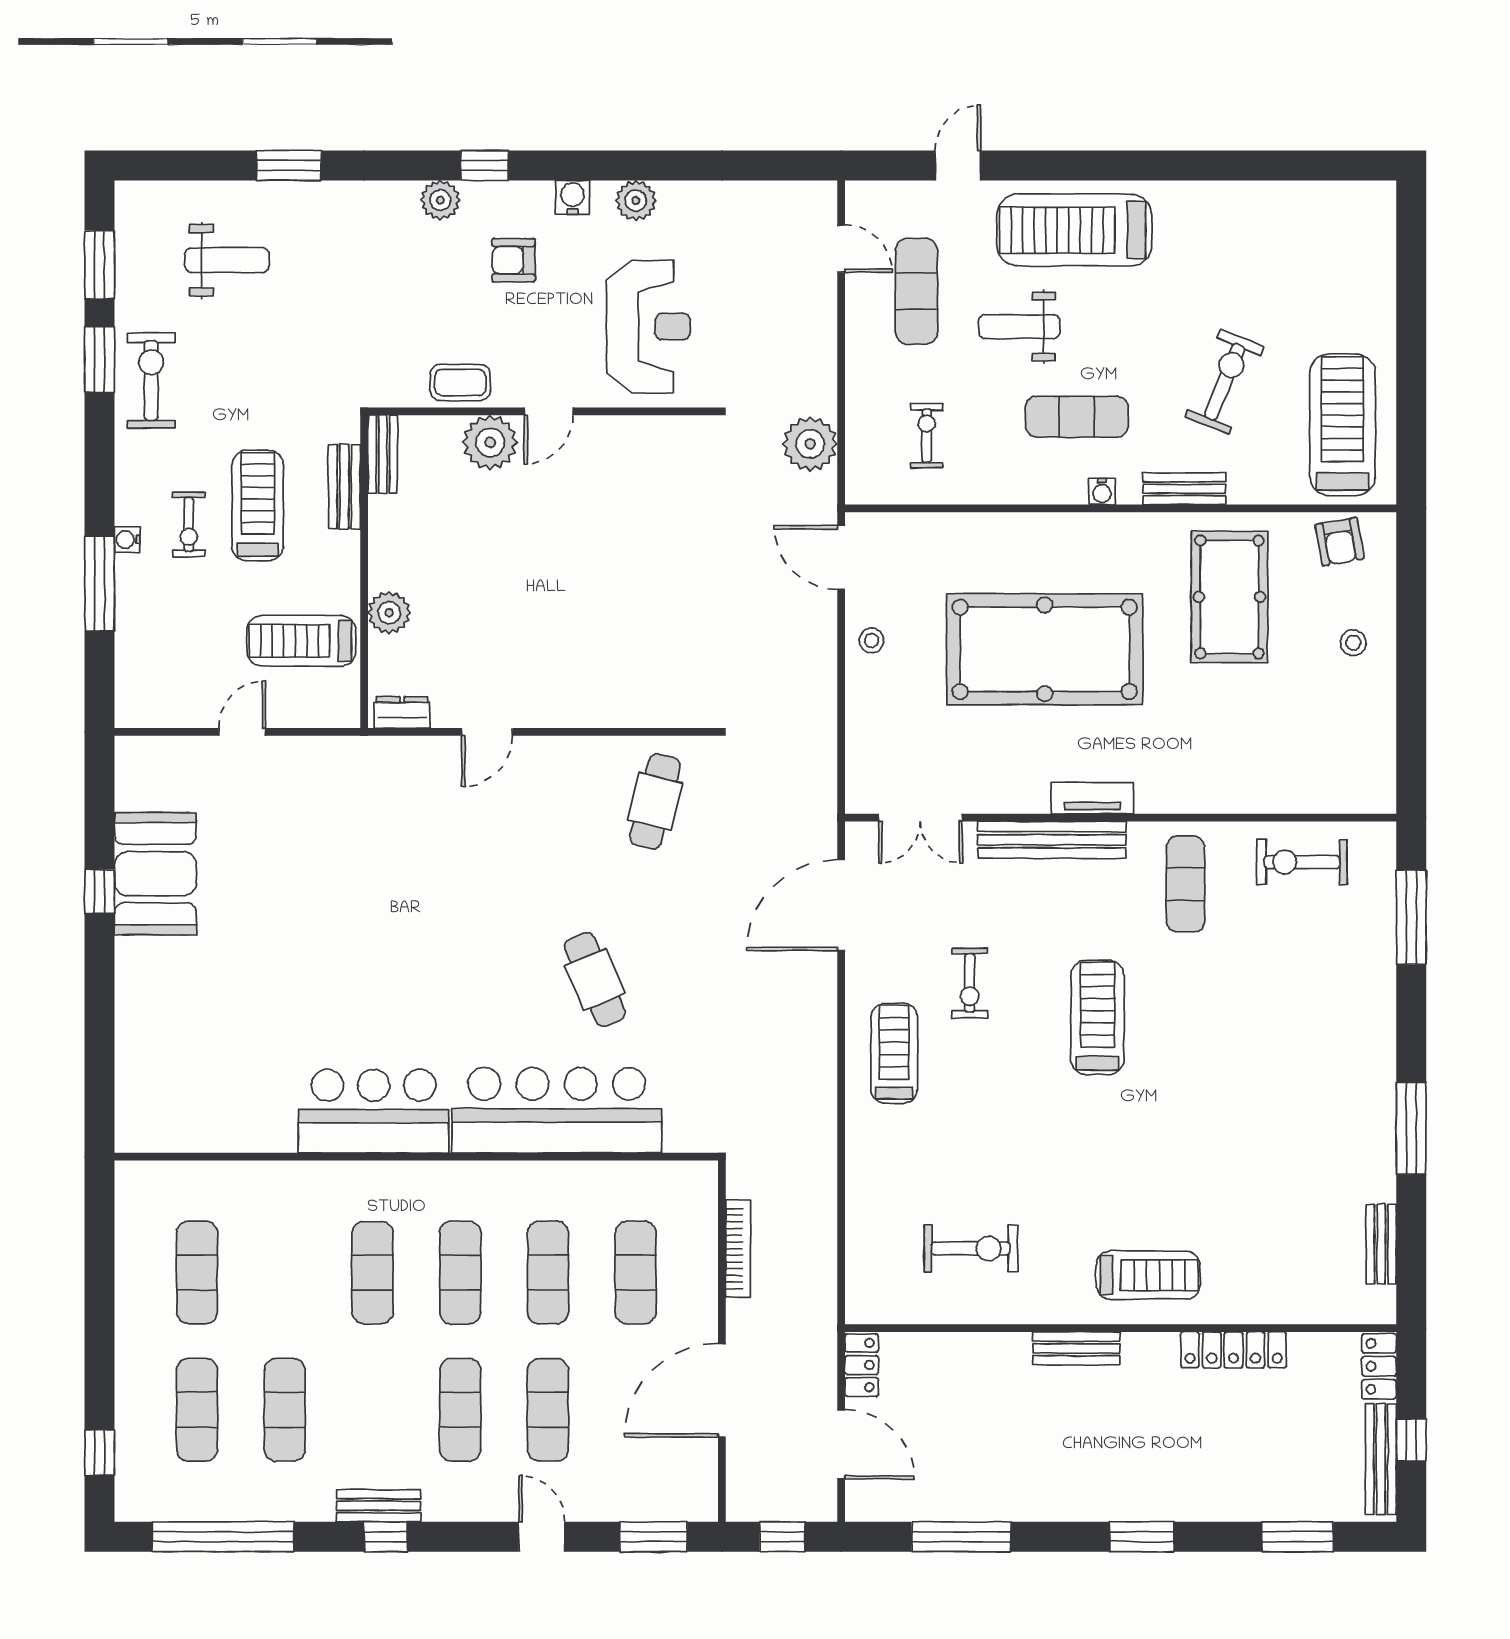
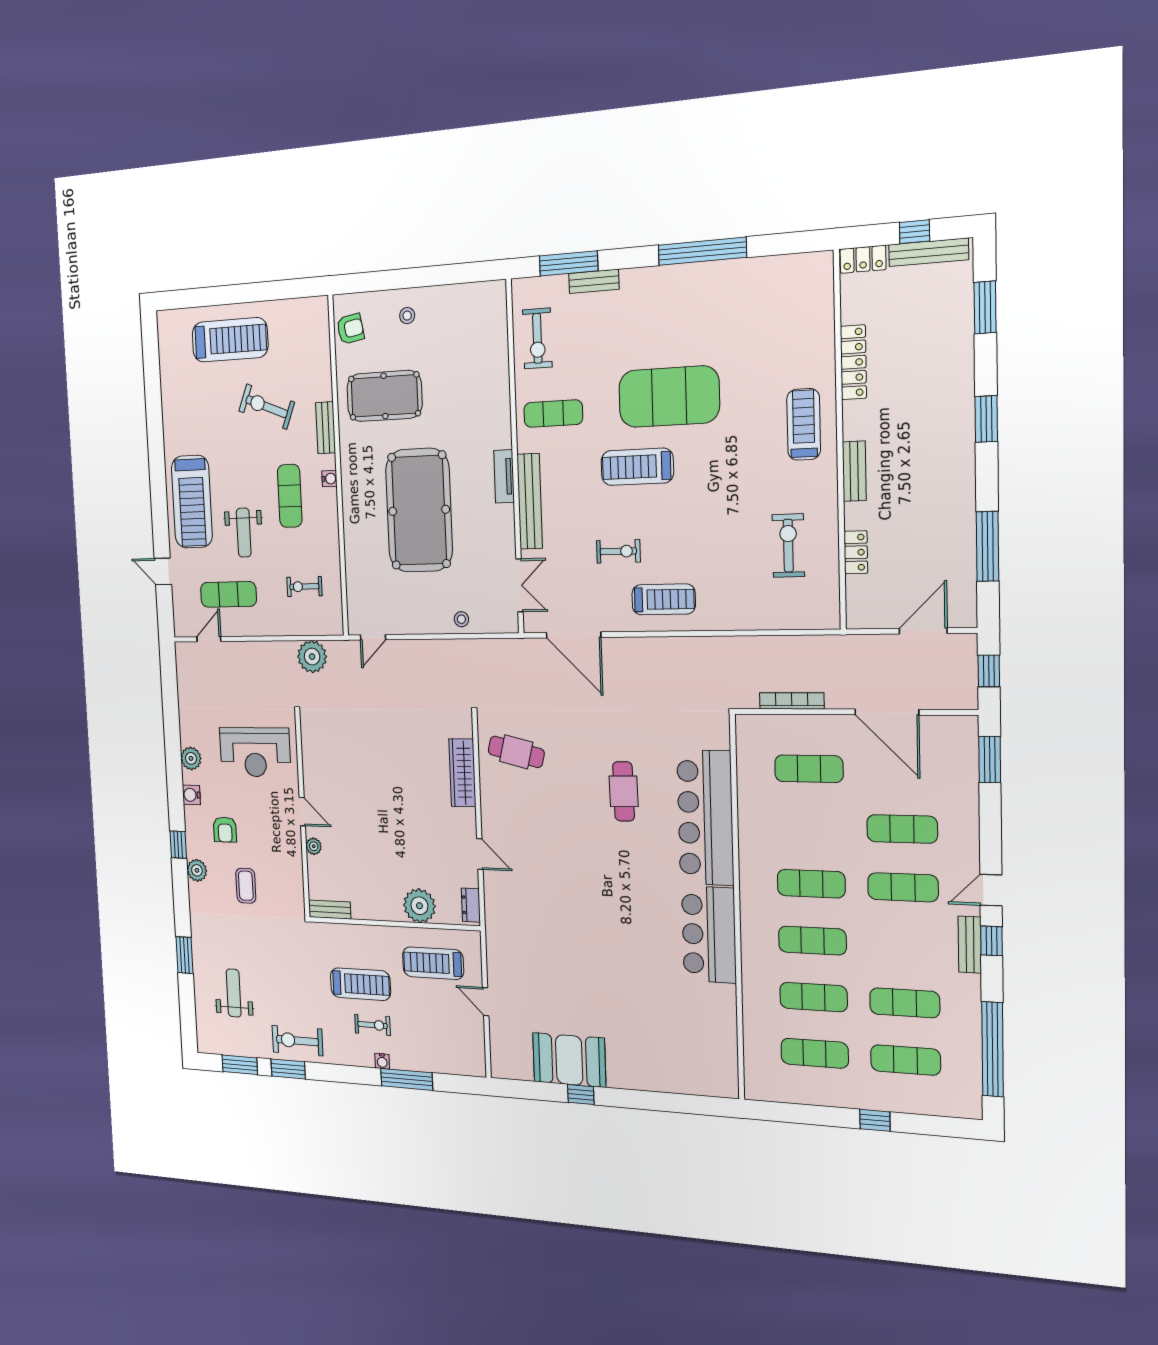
reception desk: (648, 327) -> (255, 752), turned 180
coffee table: (460, 382) -> (246, 886), moved
treadmill: (1342, 425) -> (230, 340), moved, turned 180
plant: (490, 442) -> (314, 846), width x0.53, depth x0.53
bench: (344, 487) -> (348, 933), removed
treadmill: (258, 505) -> (360, 984), turned 180
door: (841, 558) -> (373, 637), width x0.73
plant: (389, 613) -> (419, 906), width x1.36, depth x1.36
stool: (872, 640) -> (461, 619), moved
treadmill: (301, 641) -> (433, 963), turned 90
wardrobe: (620, 707) -> (462, 773), added
cafe table: (595, 979) -> (624, 791), turned -68
treadmill: (894, 1053) -> (664, 599), turned 180
exercise mat: (1201, 1071) -> (669, 397), added
window: (1411, 1128) -> (702, 251), width x1.46
bench: (1381, 1244) -> (594, 281), moved
exercise mat: (548, 1273) -> (813, 997), moved
locker: (862, 1365) -> (856, 552), moved, turned 90
window: (100, 1453) -> (875, 1120), moved
door: (542, 1537) -> (991, 890), moved

